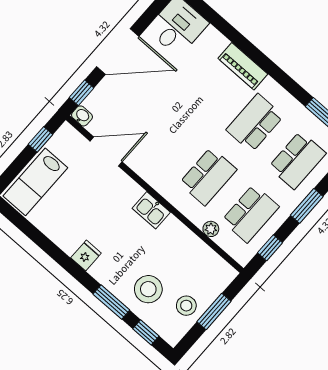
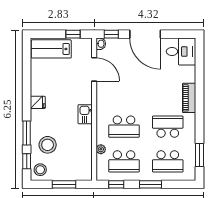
stool: (186, 306) -> (40, 170), moved

